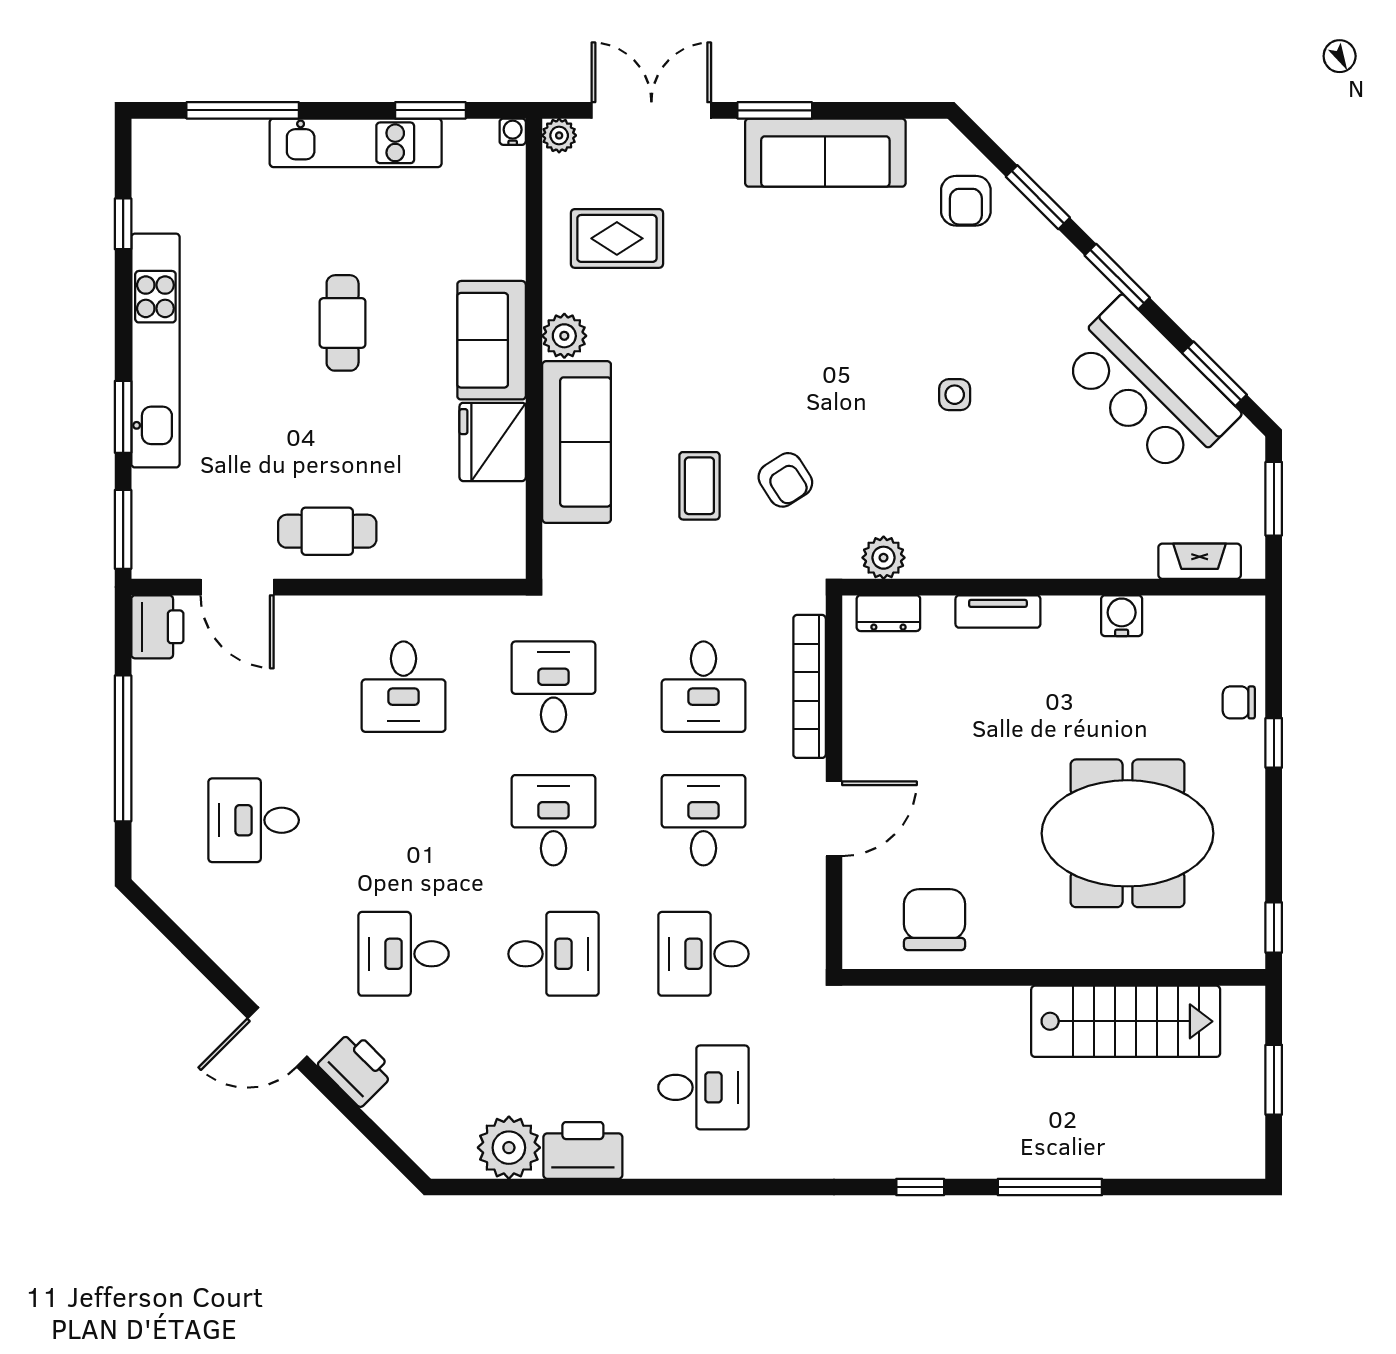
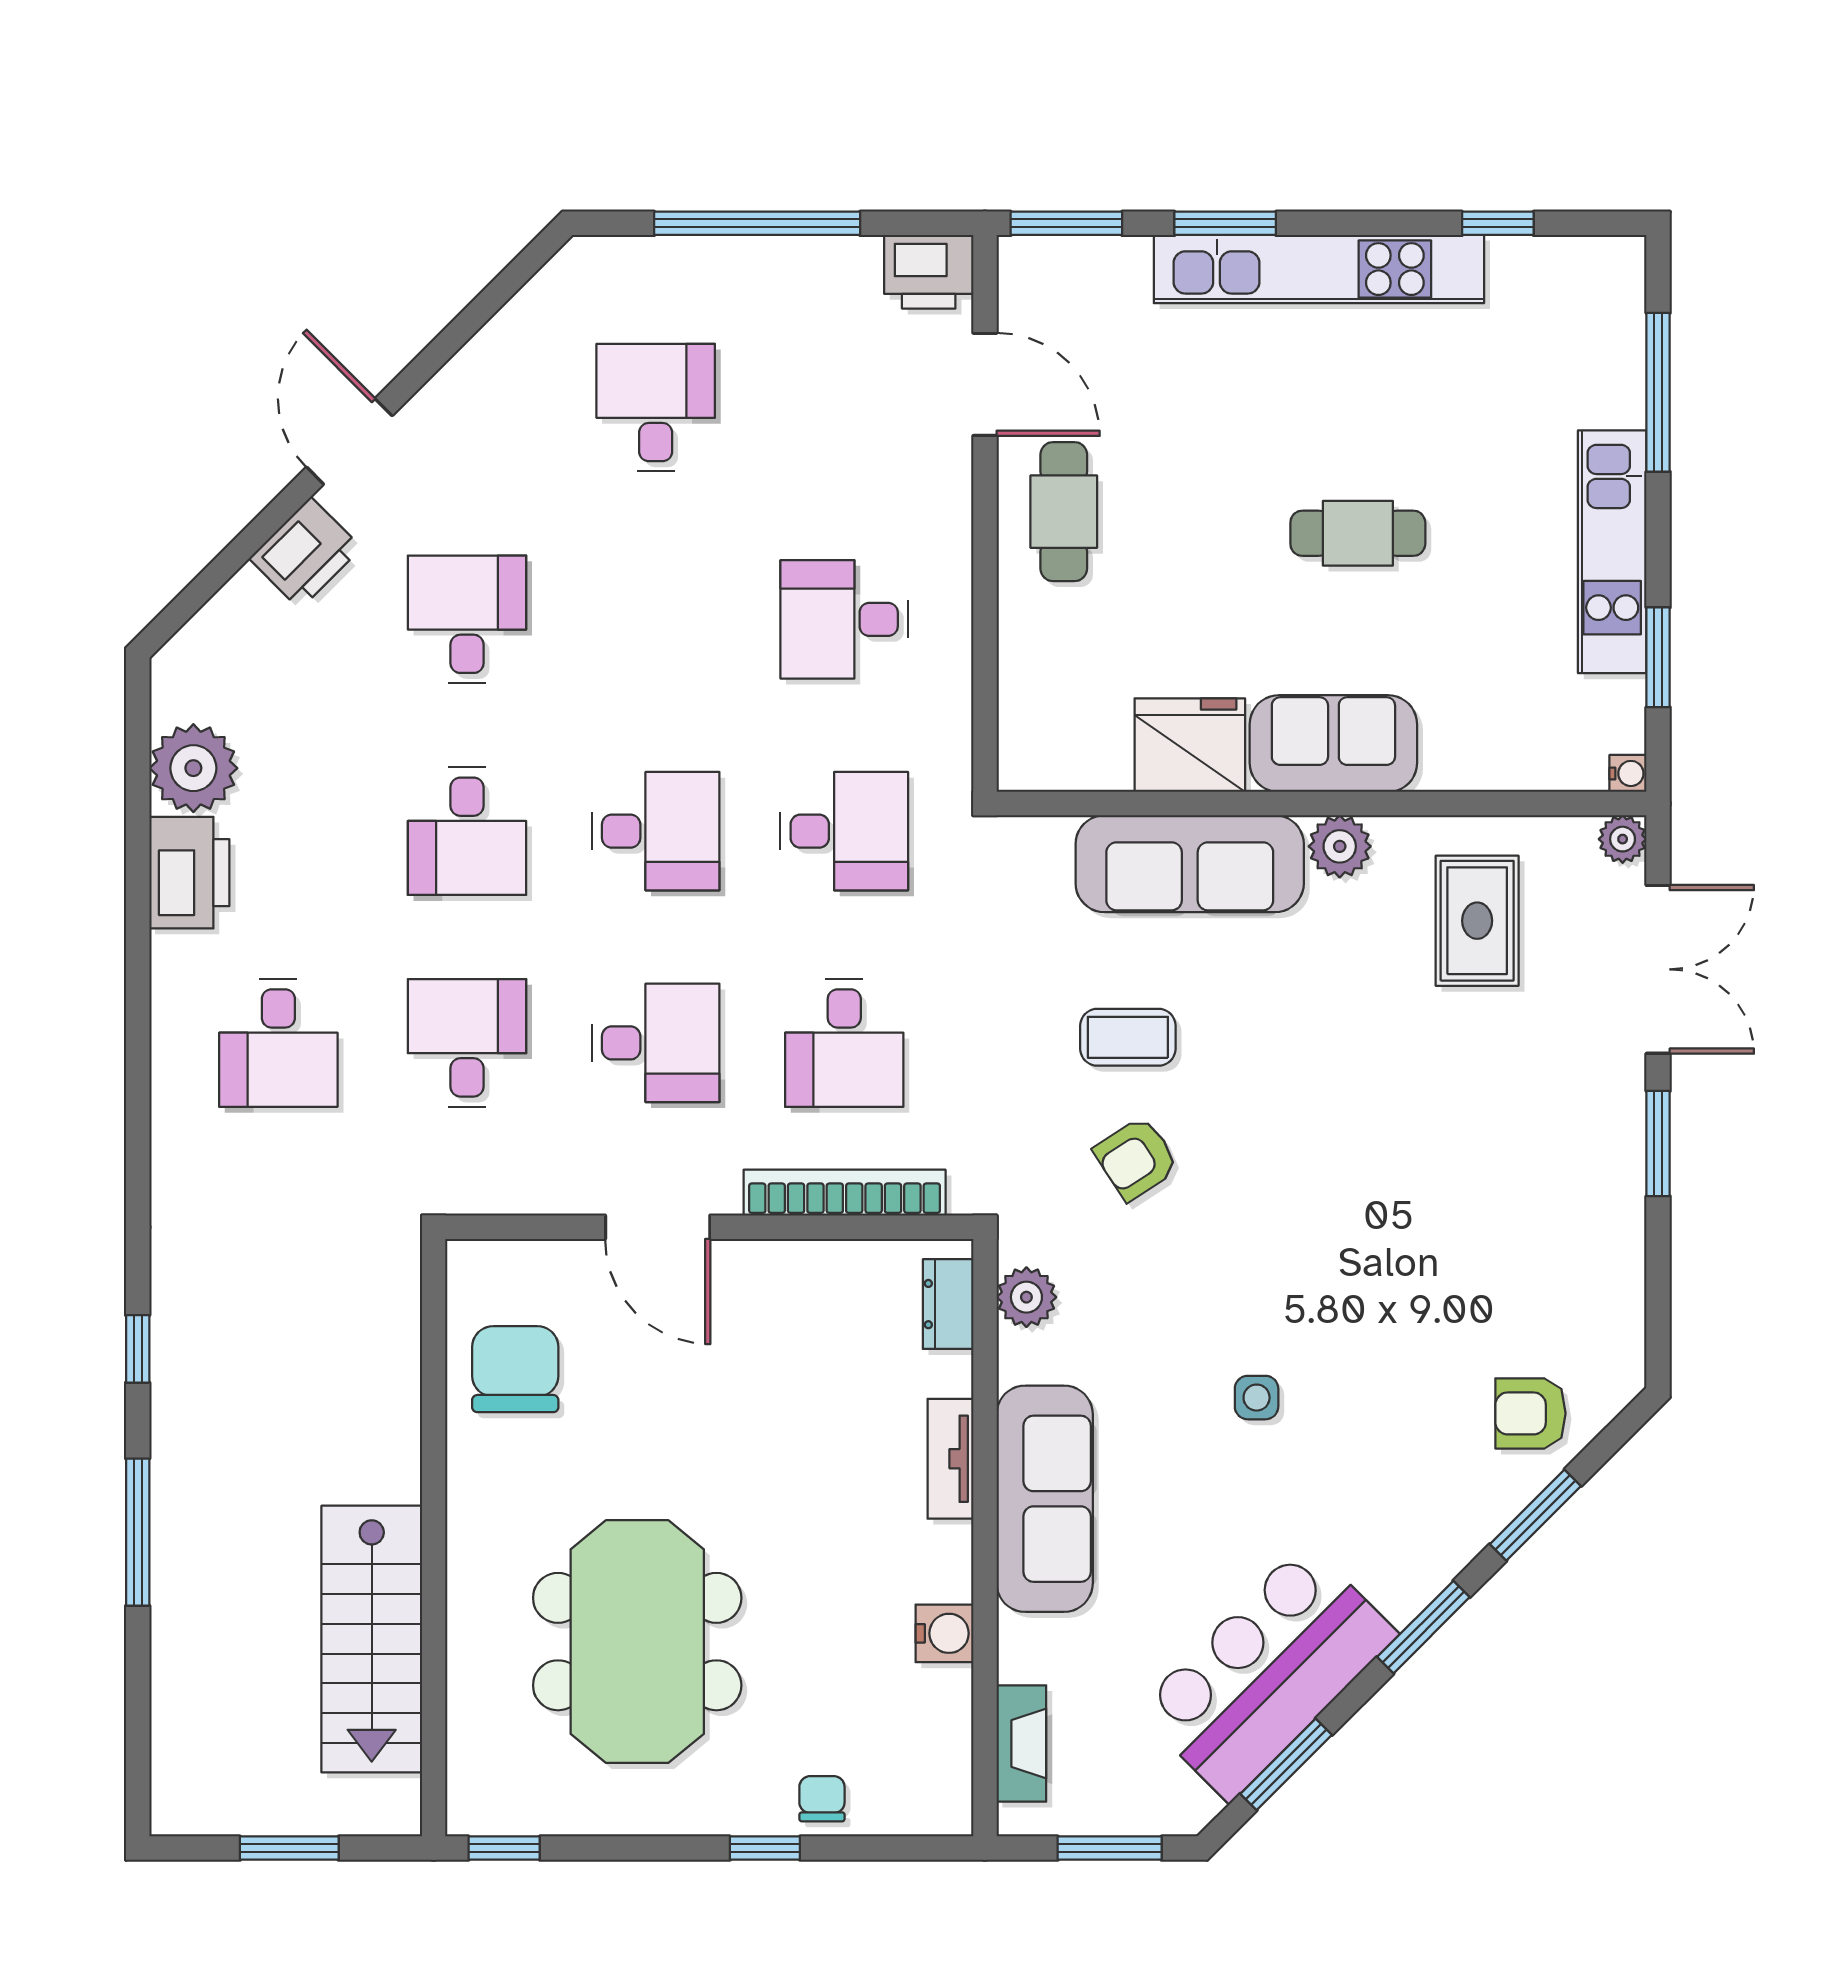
sofa: (825, 153) -> (1045, 1499), moved, turned 180
door: (237, 587) -> (985, 384), swing flipped
desk: (703, 687) -> (844, 1043), turned -90
chair: (934, 920) -> (515, 1369), turned -90

